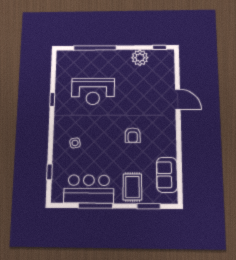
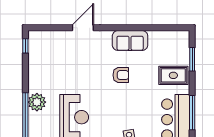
plant: (140, 58) -> (37, 102), moved
sofa: (167, 175) -> (130, 41), moved

